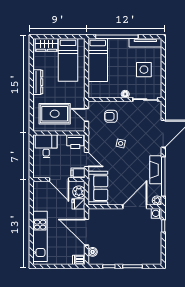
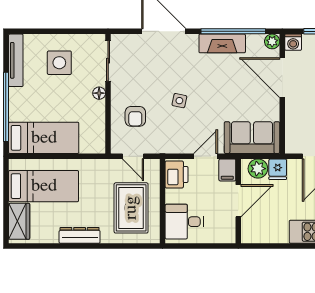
door: (86, 115) -> (133, 156), hinge flipped

